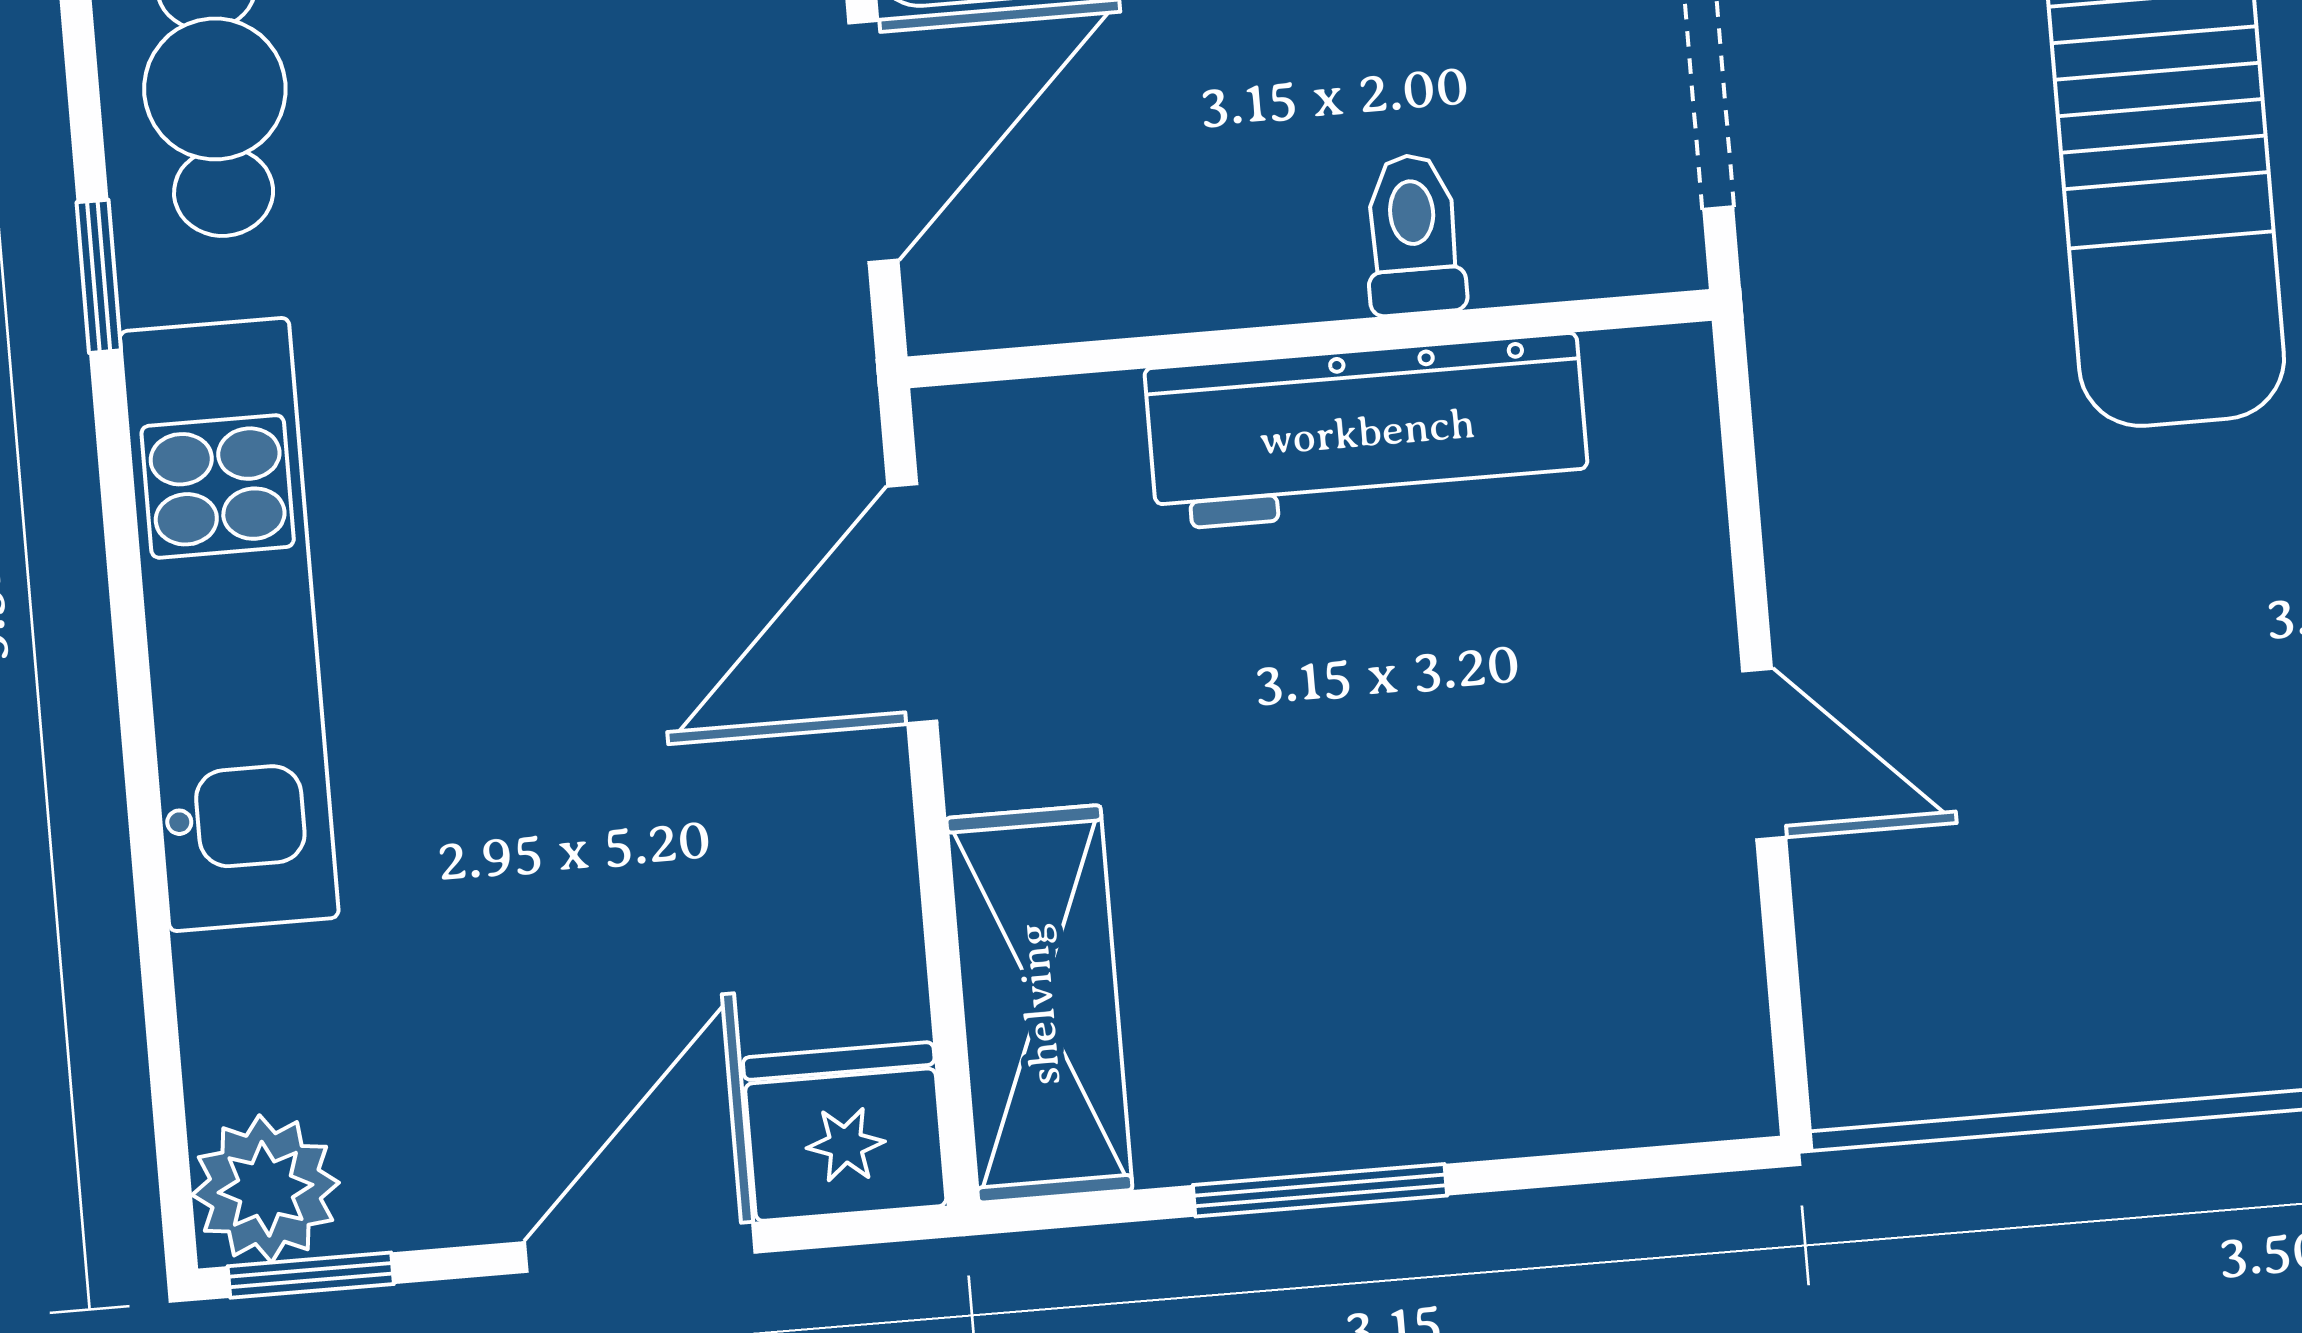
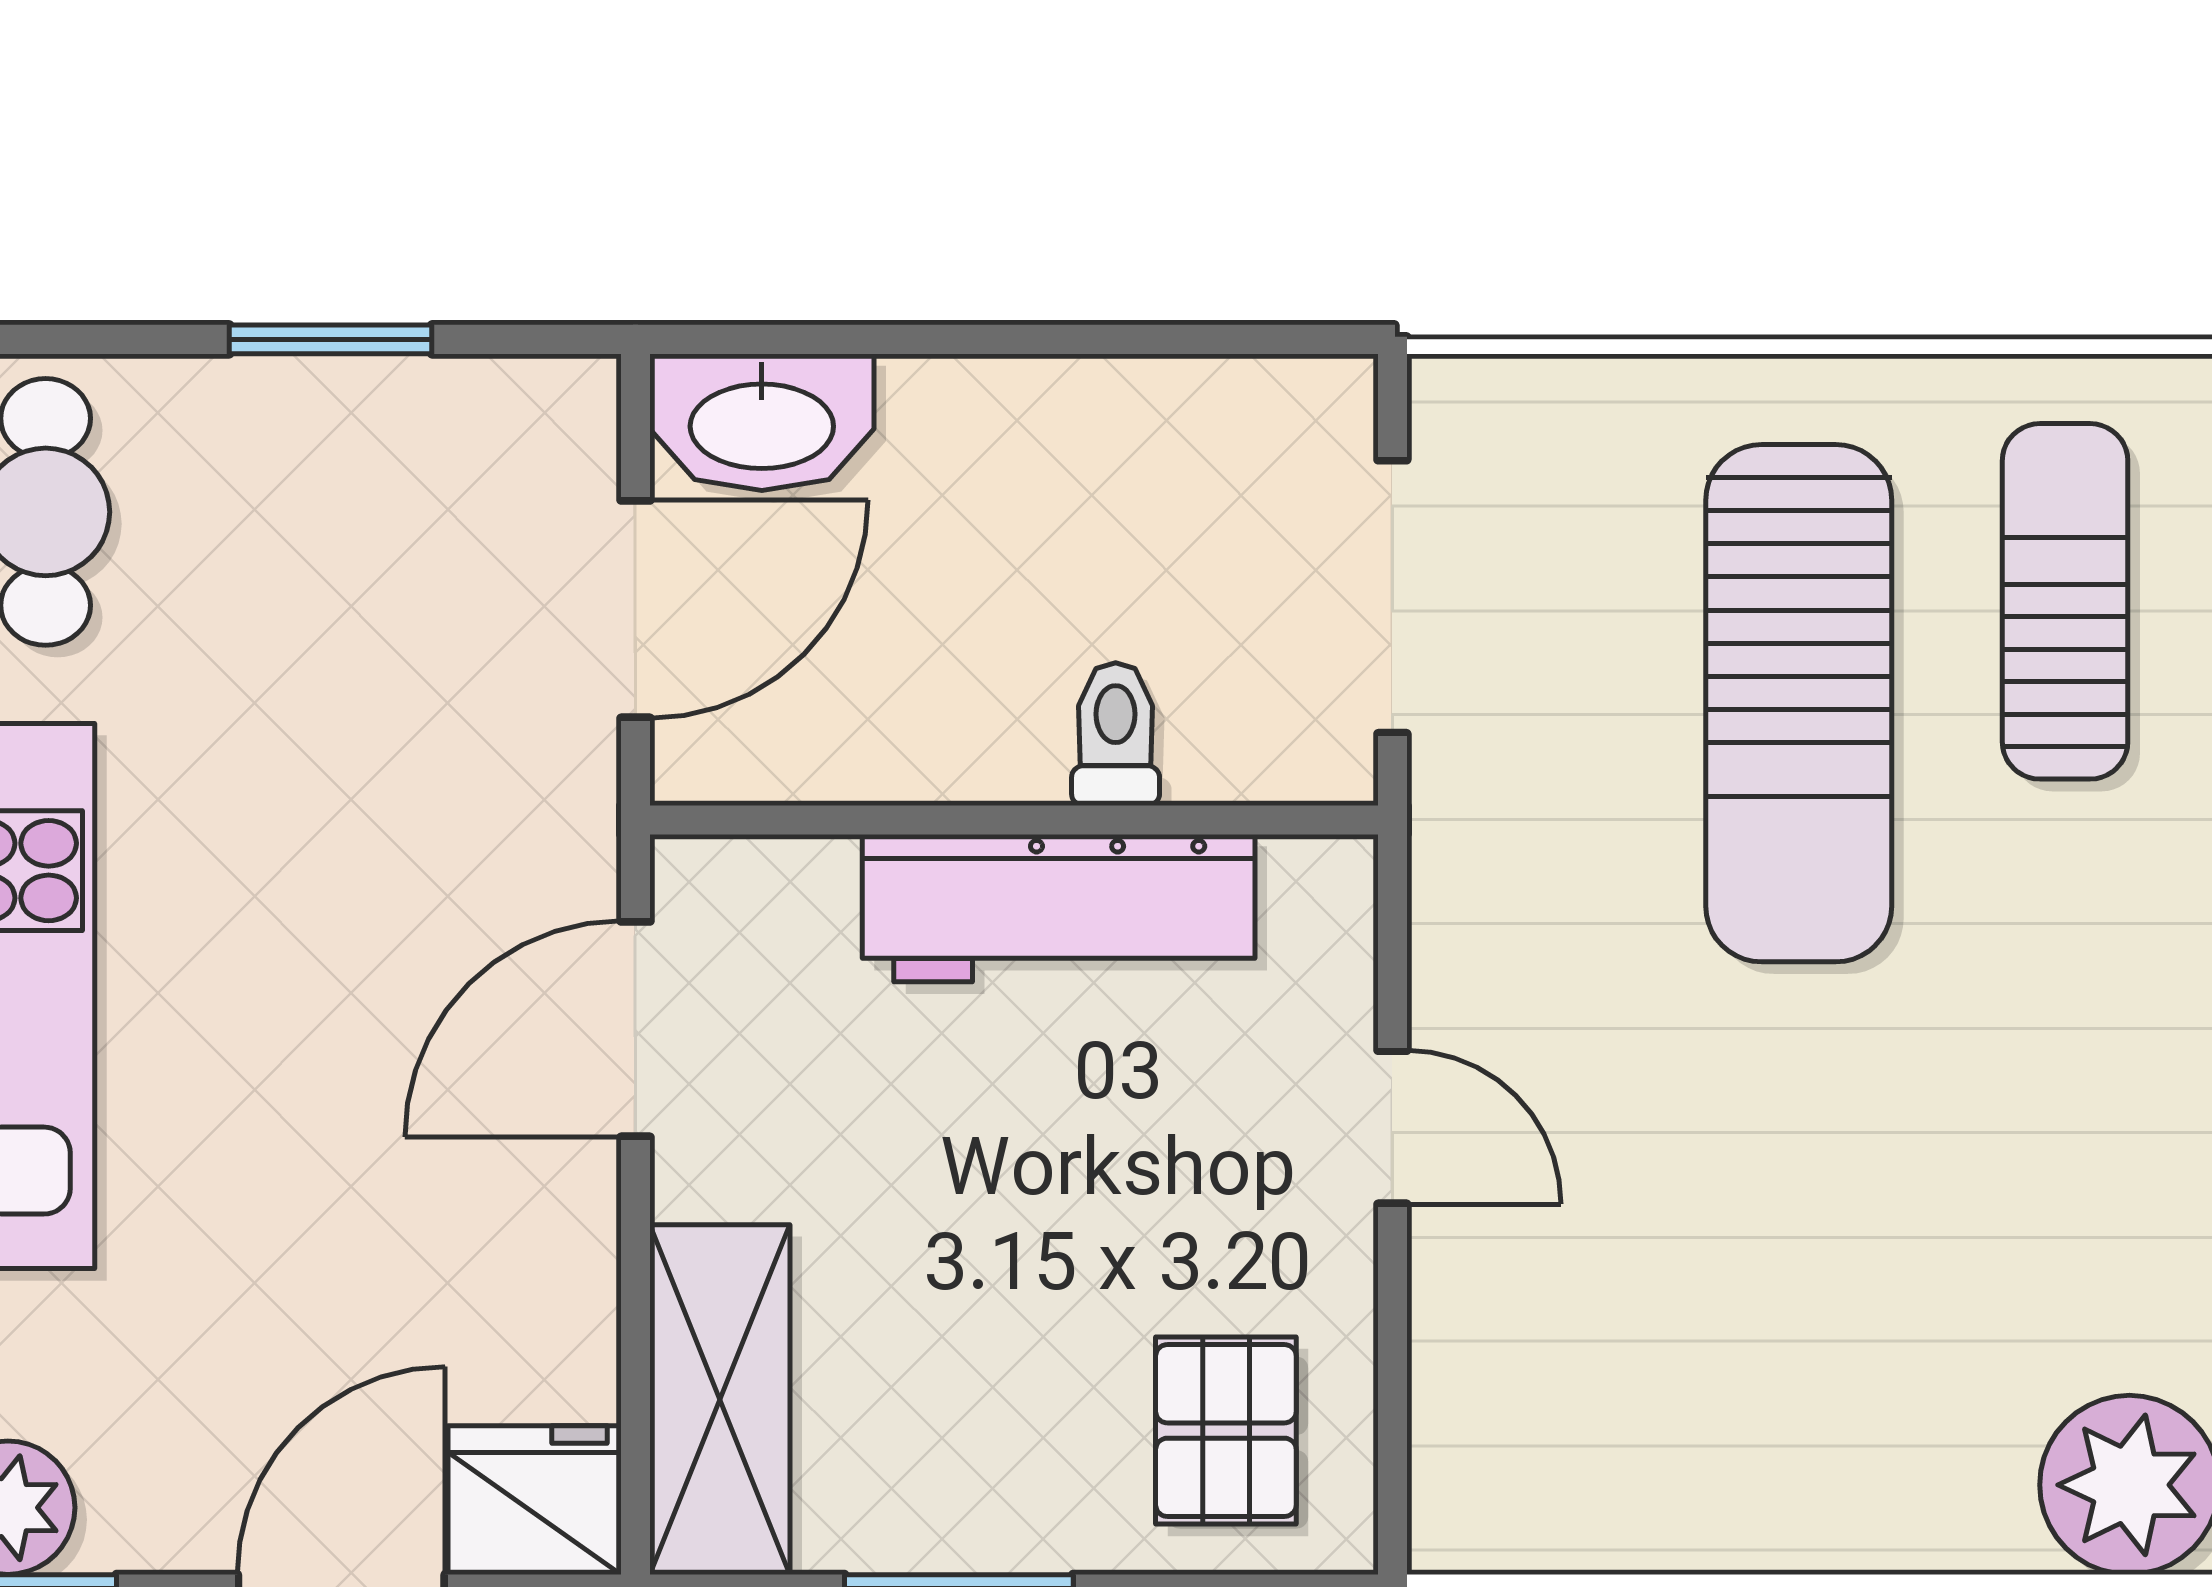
door: (1764, 754) -> (1392, 1127), moved
pallet: (1599, 991) -> (1226, 1431), added

